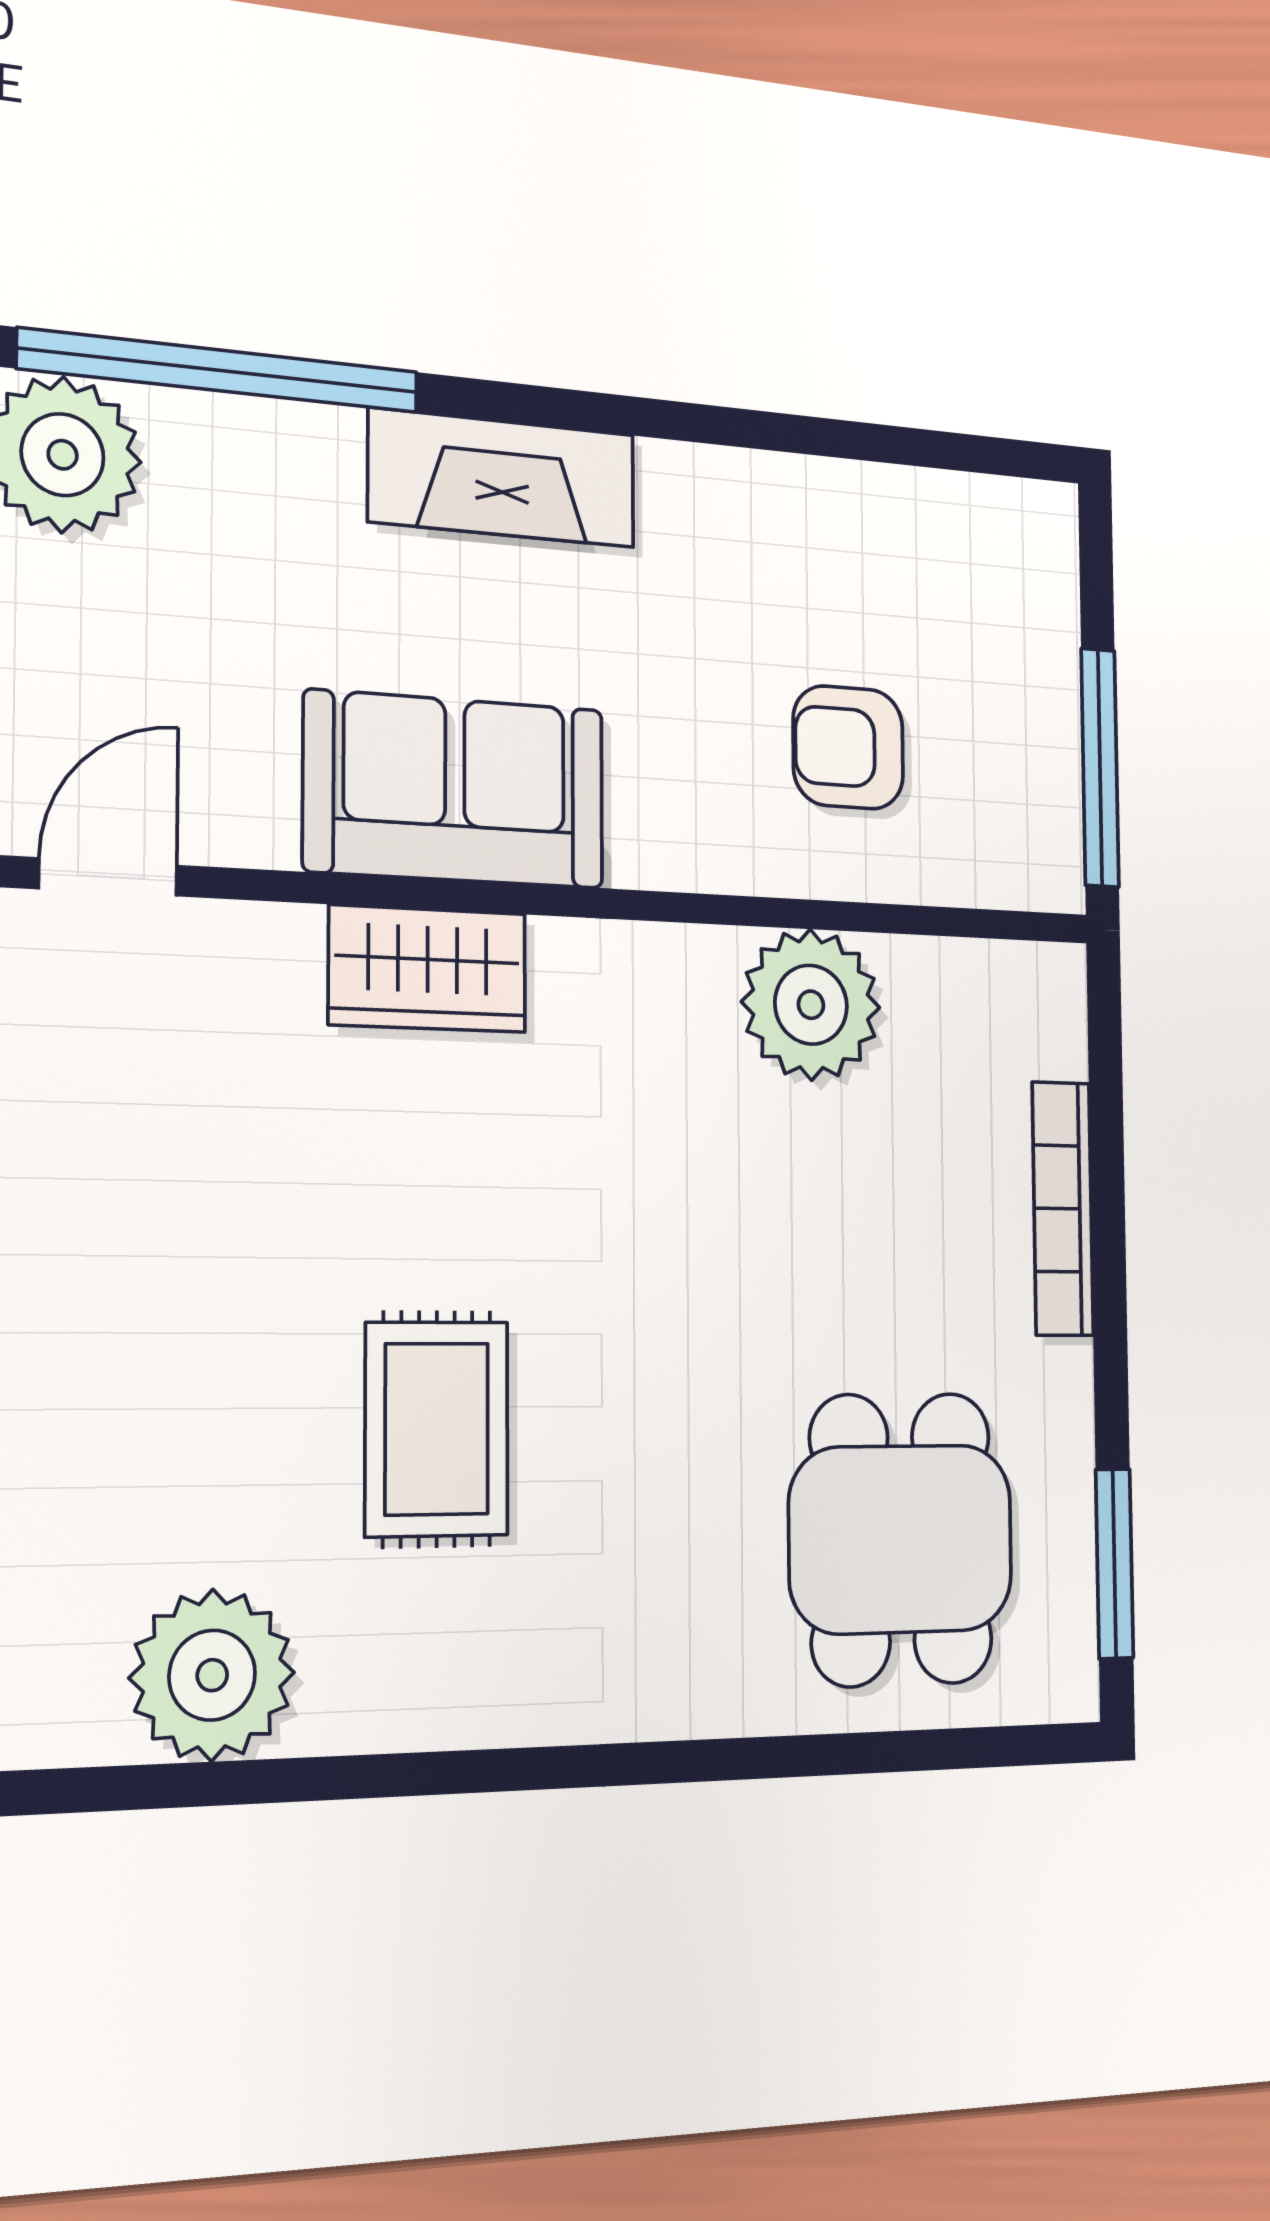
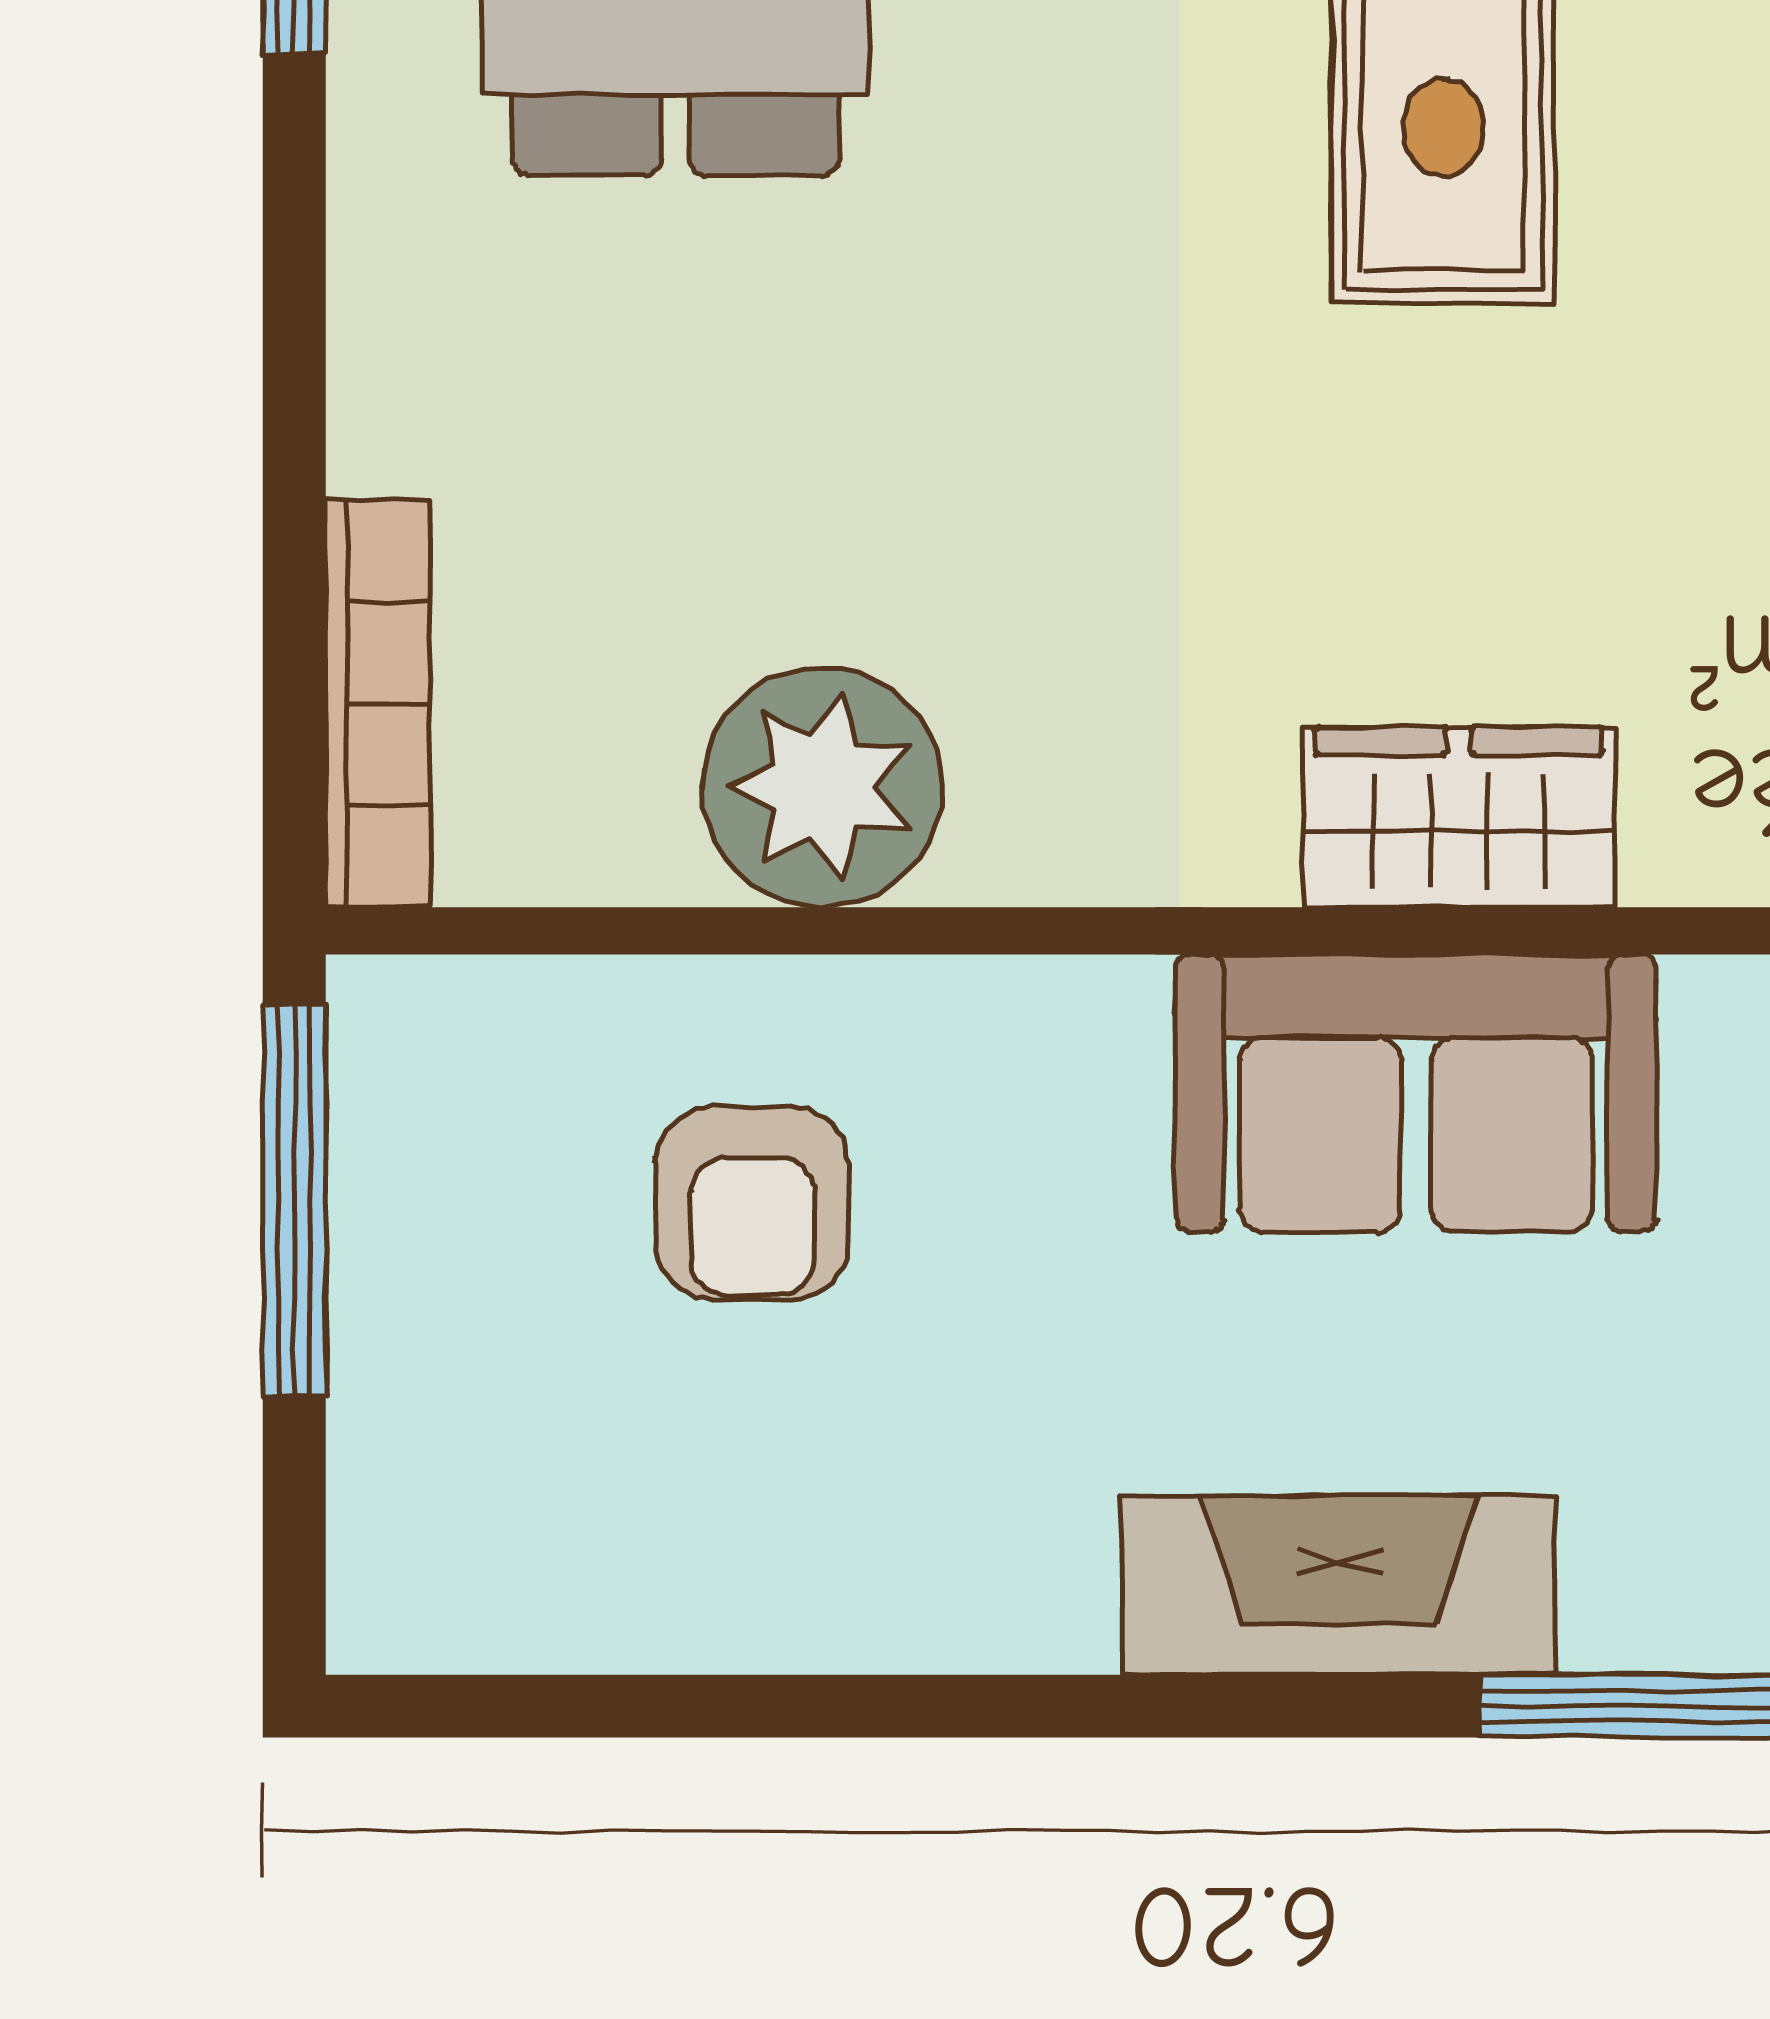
armchair: (848, 747) -> (752, 1203), turned 90
bookcase: (1063, 1209) -> (378, 703), moved

